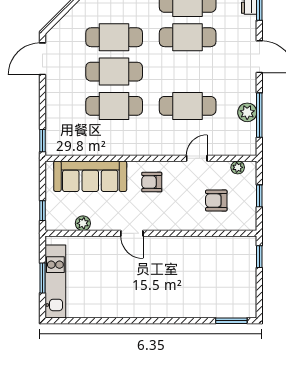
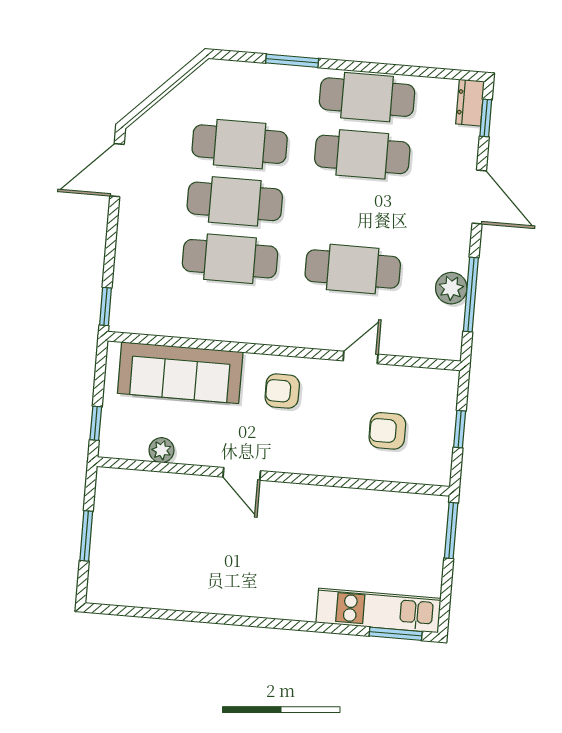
plant: (238, 167) -> (428, 379), removed
window: (259, 257) -> (451, 530), width x1.50
kitchen unit: (55, 282) -> (378, 610), moved, turned -90

